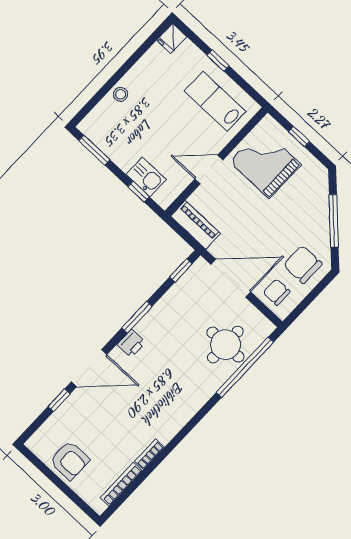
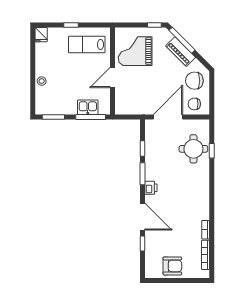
window: (299, 137) -> (154, 25), moved
window: (139, 192) -> (91, 117), width x2.17
window: (334, 221) -> (182, 40), moved
piano: (195, 225) -> (181, 52), moved, turned -135
window: (181, 270) -> (142, 148), moved
window: (245, 367) -> (212, 151), width x0.32
door: (89, 368) -> (142, 217), hinge flipped

